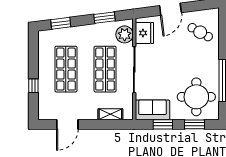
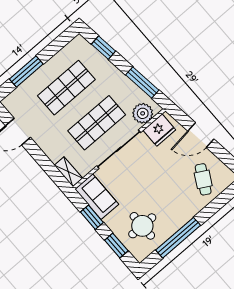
window: (105, 18) -> (142, 82), width x1.44
window: (33, 86) -> (26, 71), width x2.17
round table: (196, 97) -> (142, 226), width x0.73, depth x0.73
shelving: (110, 114) -> (68, 172), moved

